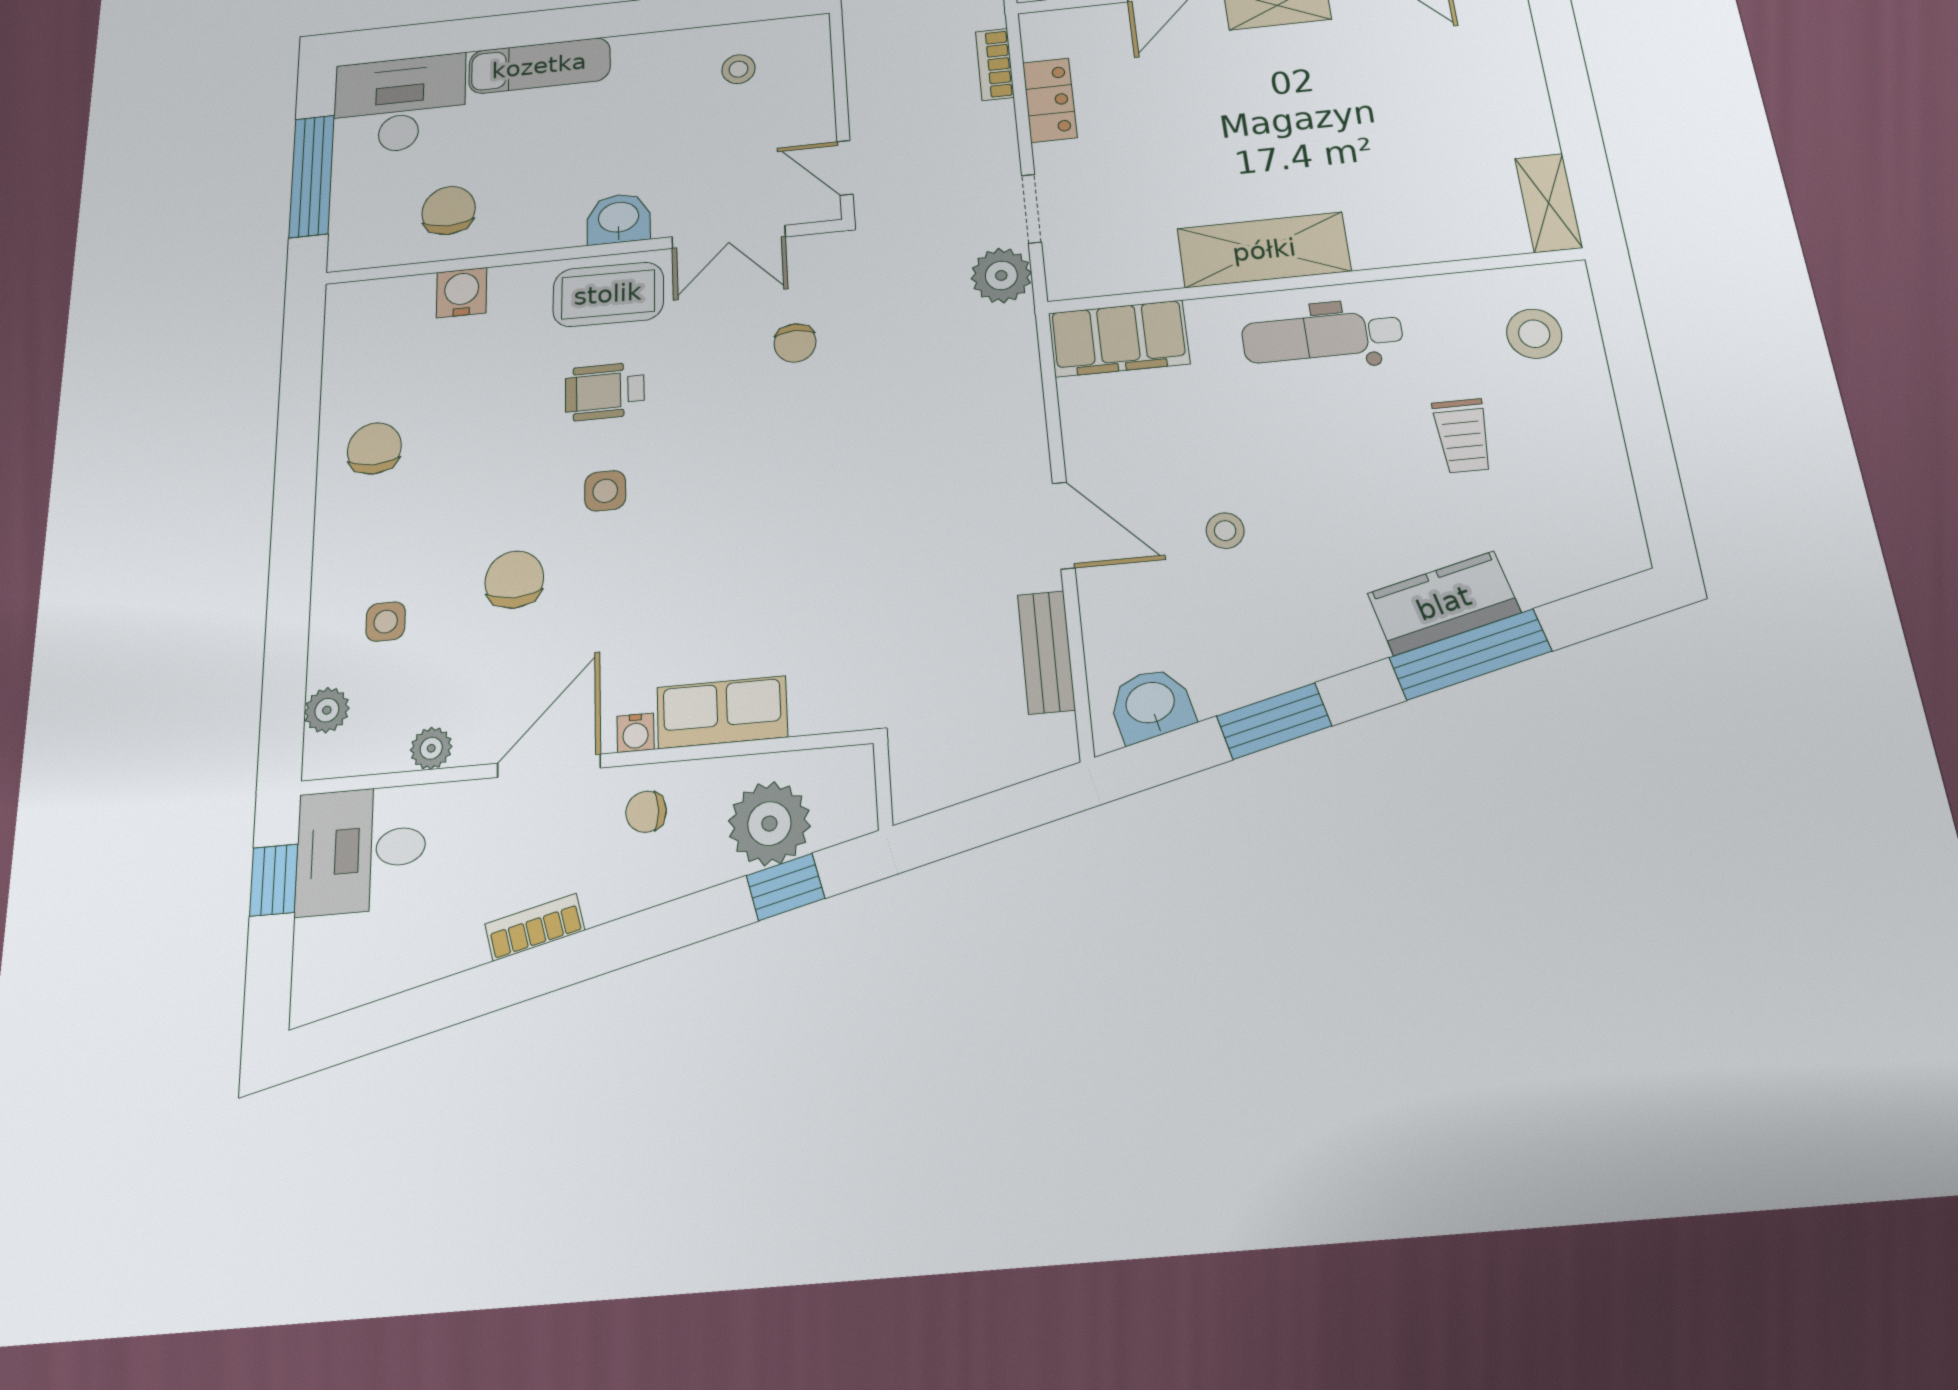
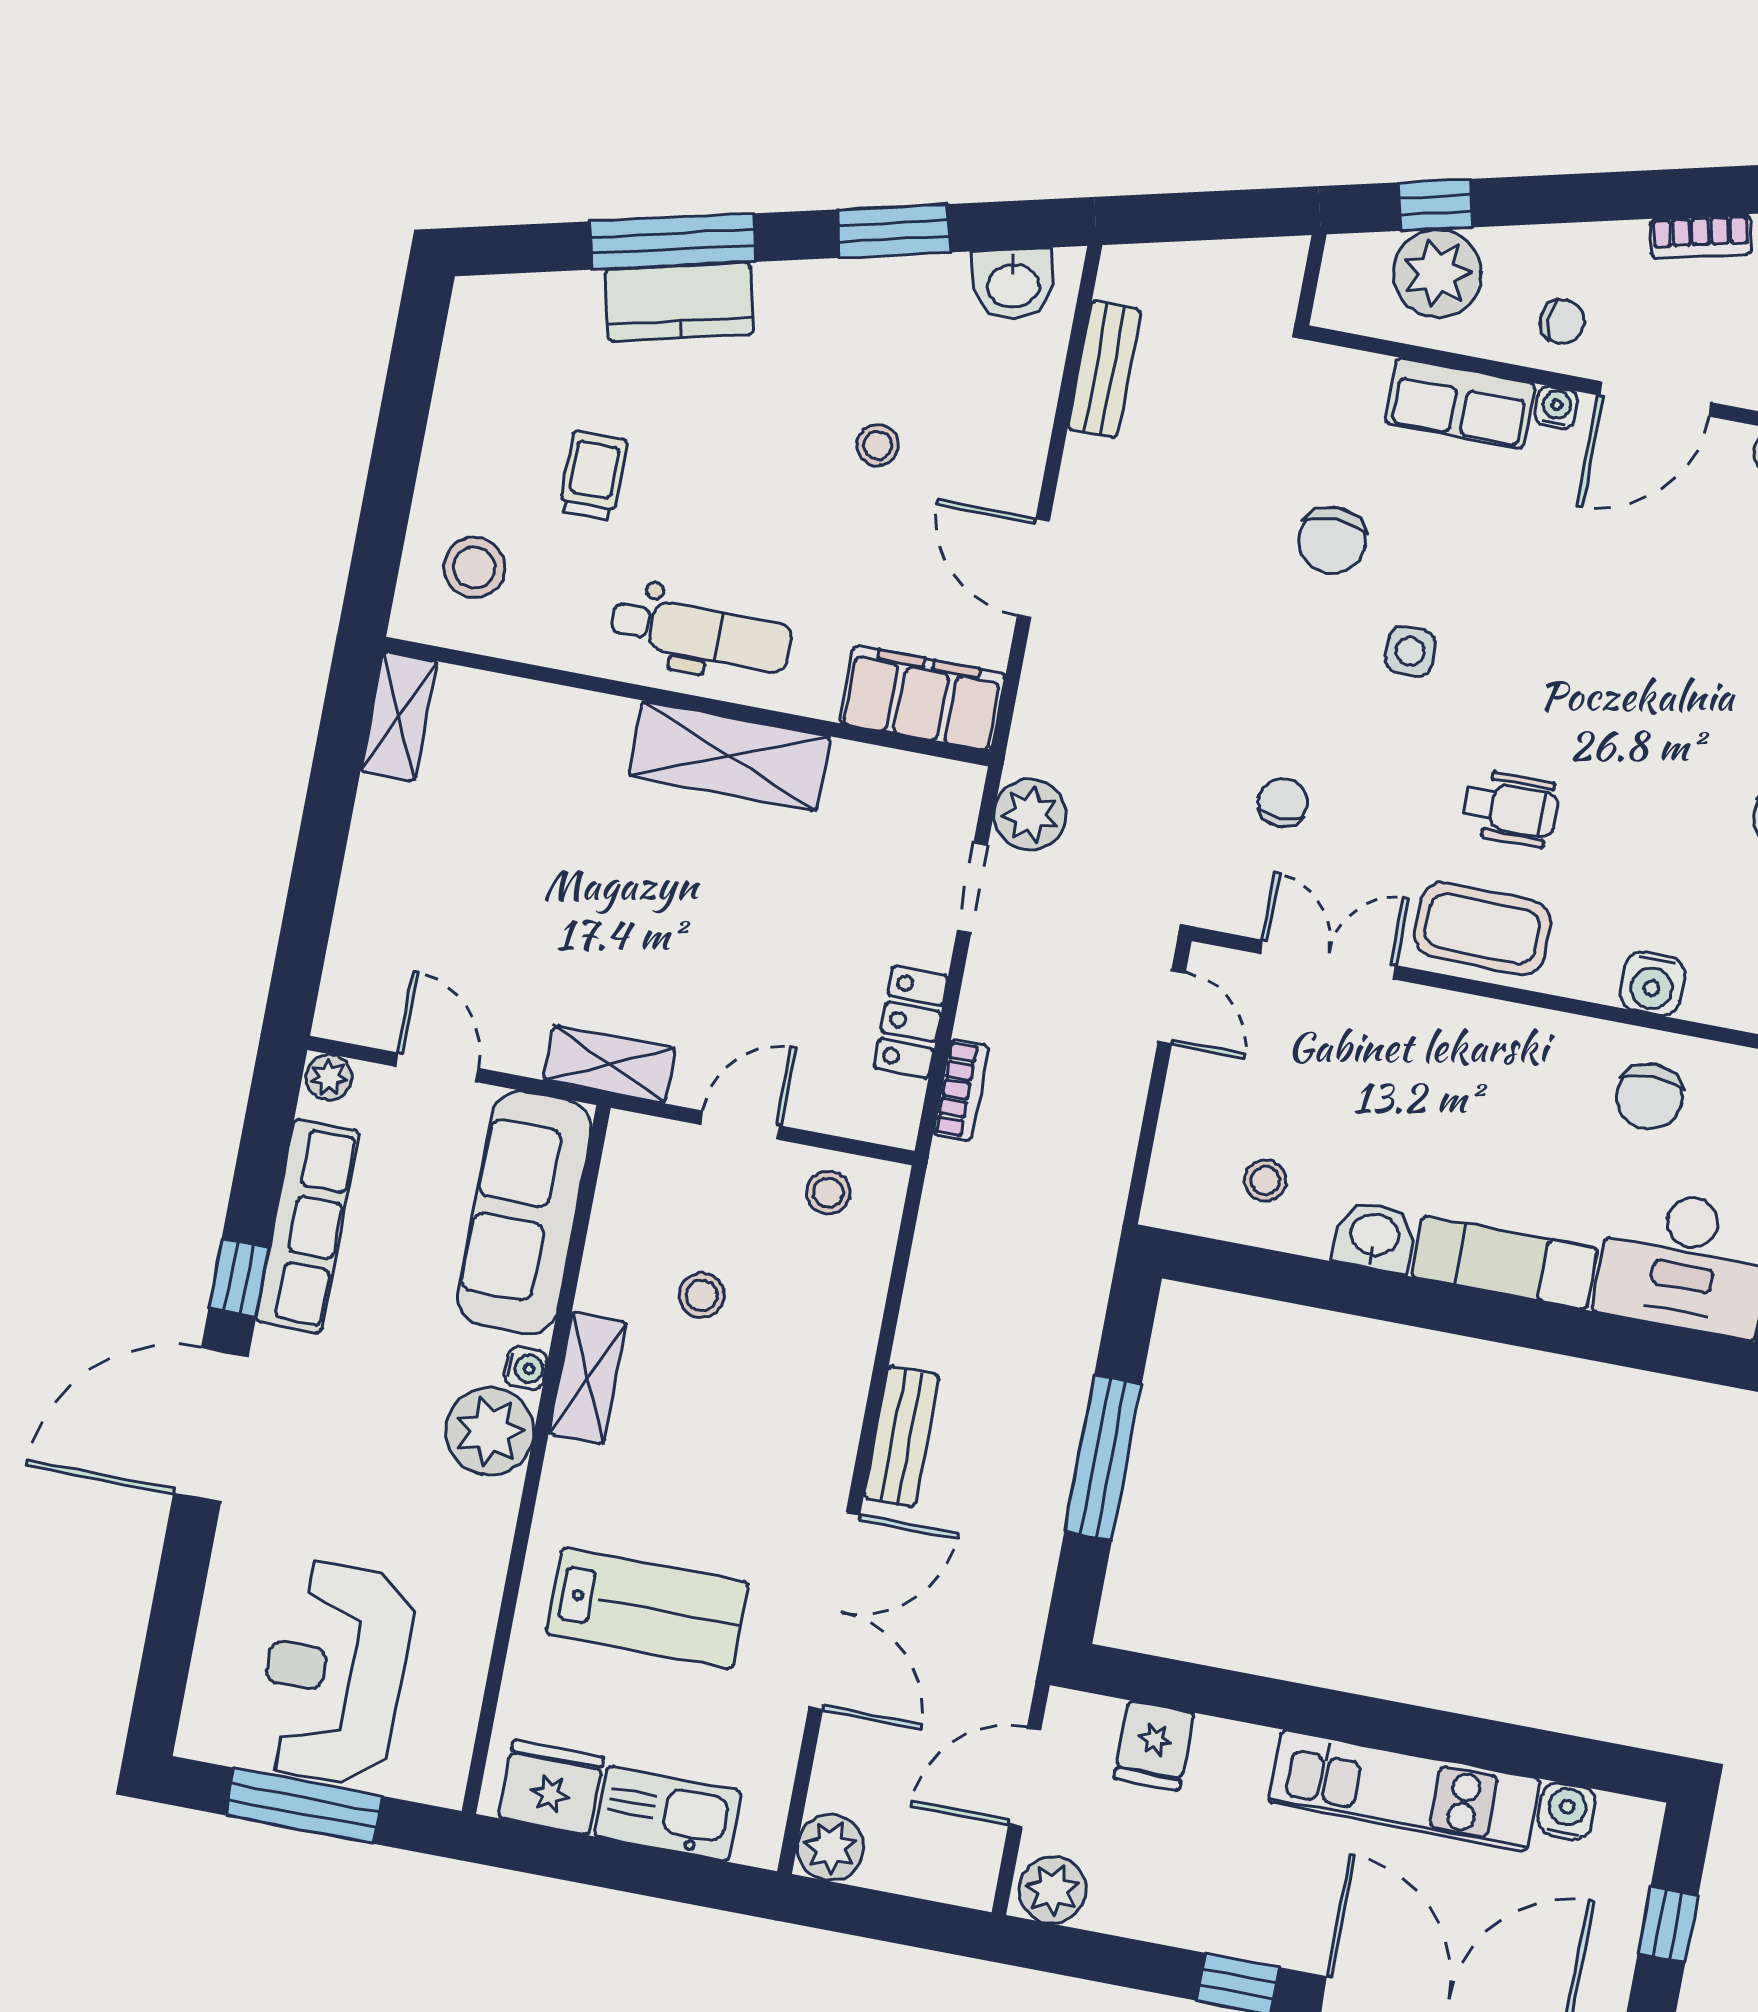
washbasin: (619, 219) -> (1375, 1237), moved, turned 180
side table: (605, 491) -> (1410, 651), moved
door: (1064, 525) -> (1033, 568), moved
chair: (514, 580) -> (1332, 540), moved

